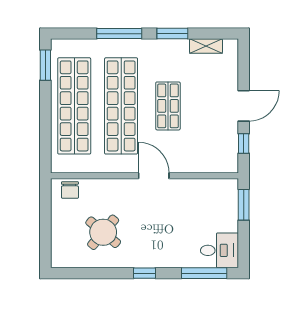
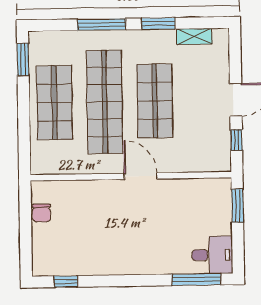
shop shelf: (74, 106) -> (54, 103), width x0.71
shop shelf: (168, 106) -> (155, 101), width x1.43, depth x1.36
chair: (70, 190) -> (41, 213), moved
round table: (103, 232) -> (88, 237), removed
window: (144, 273) -> (66, 282), moved

